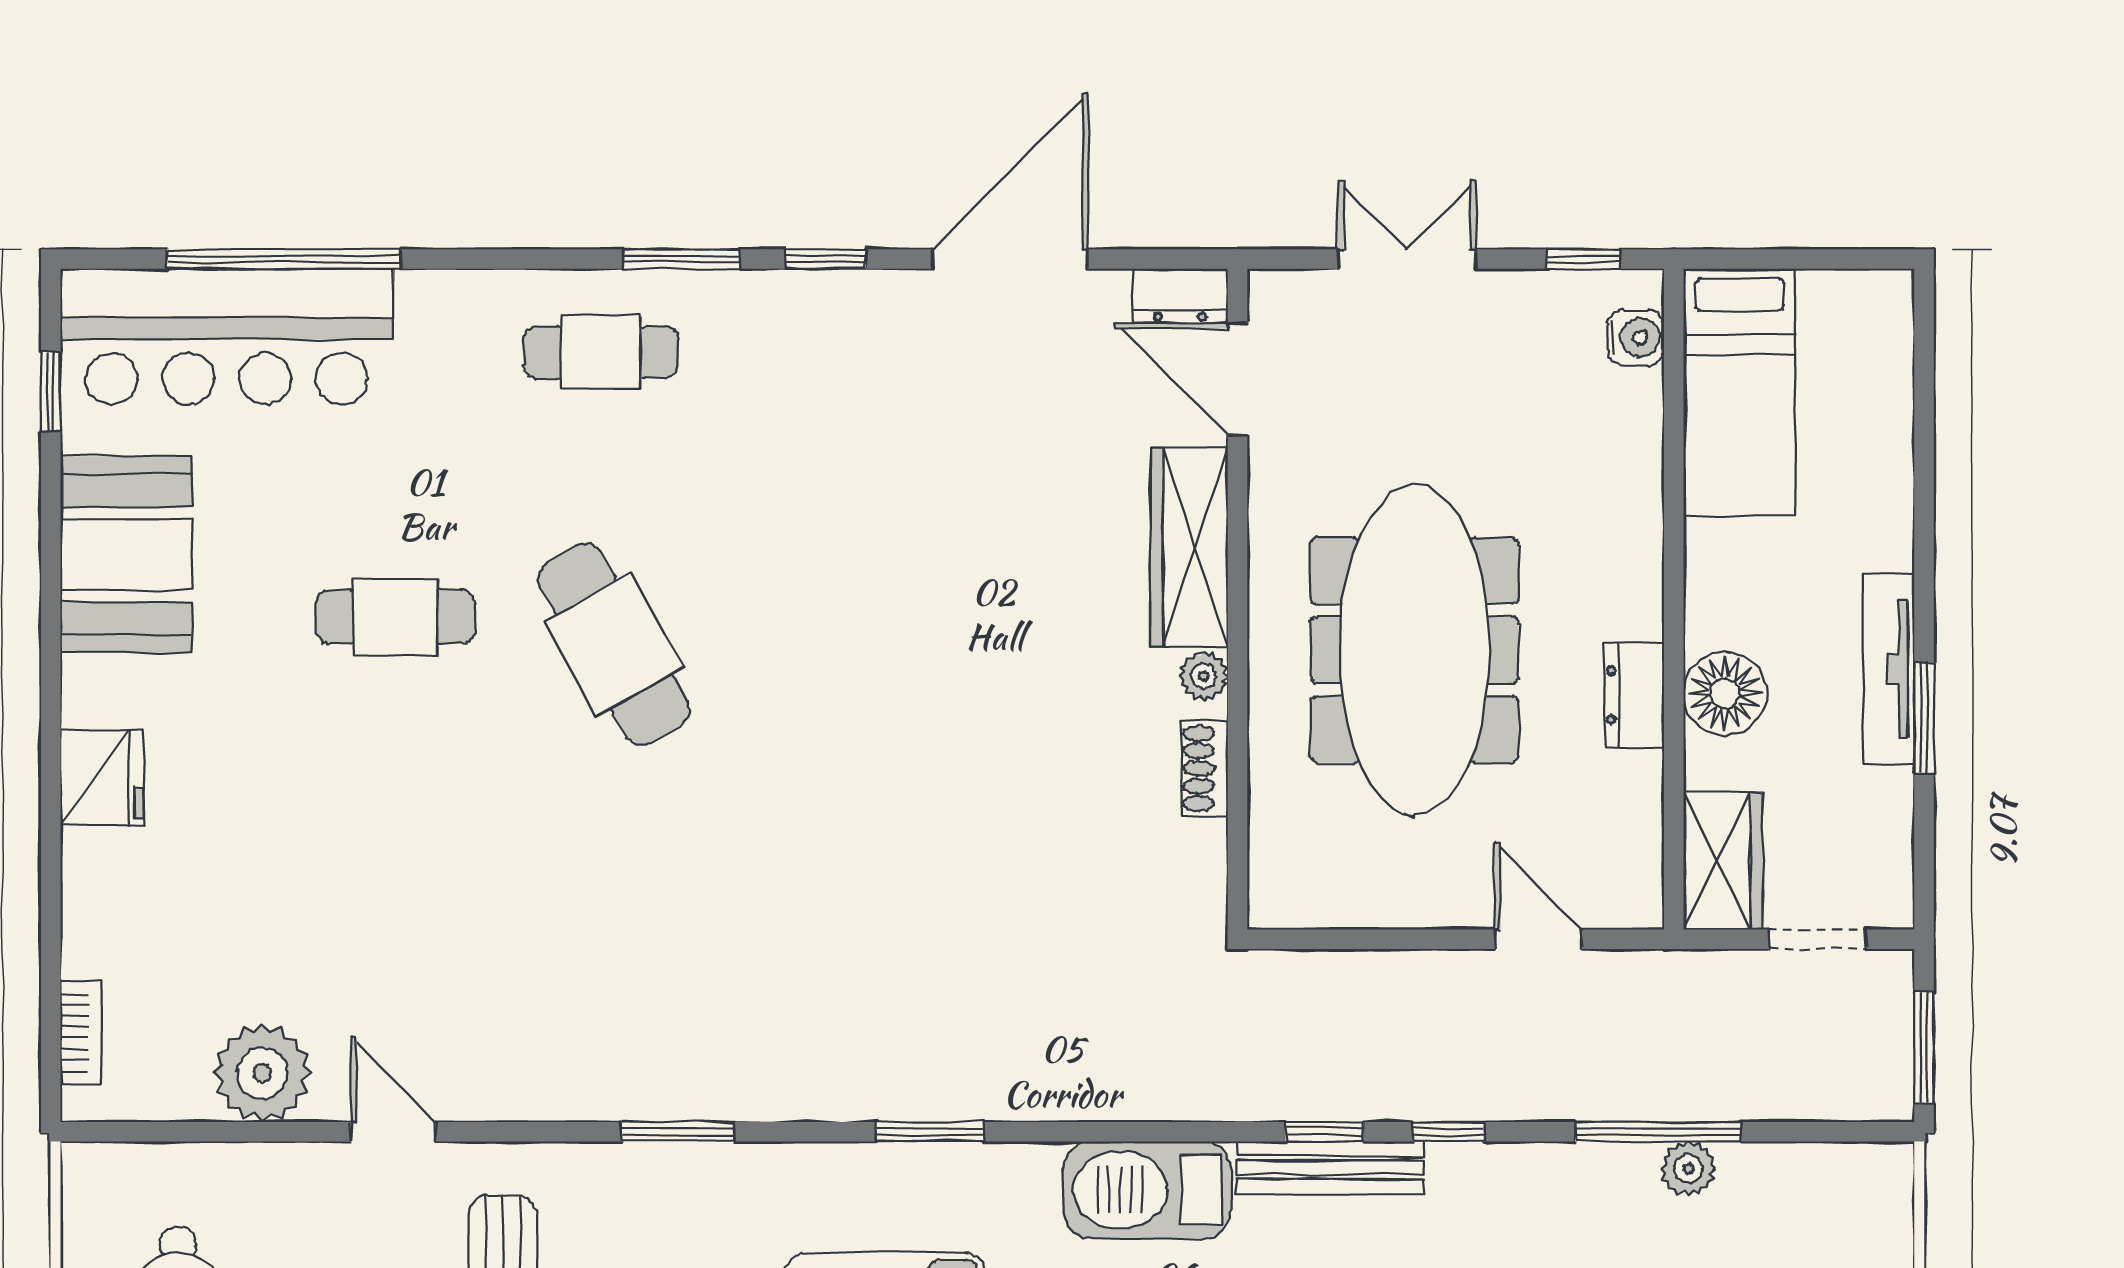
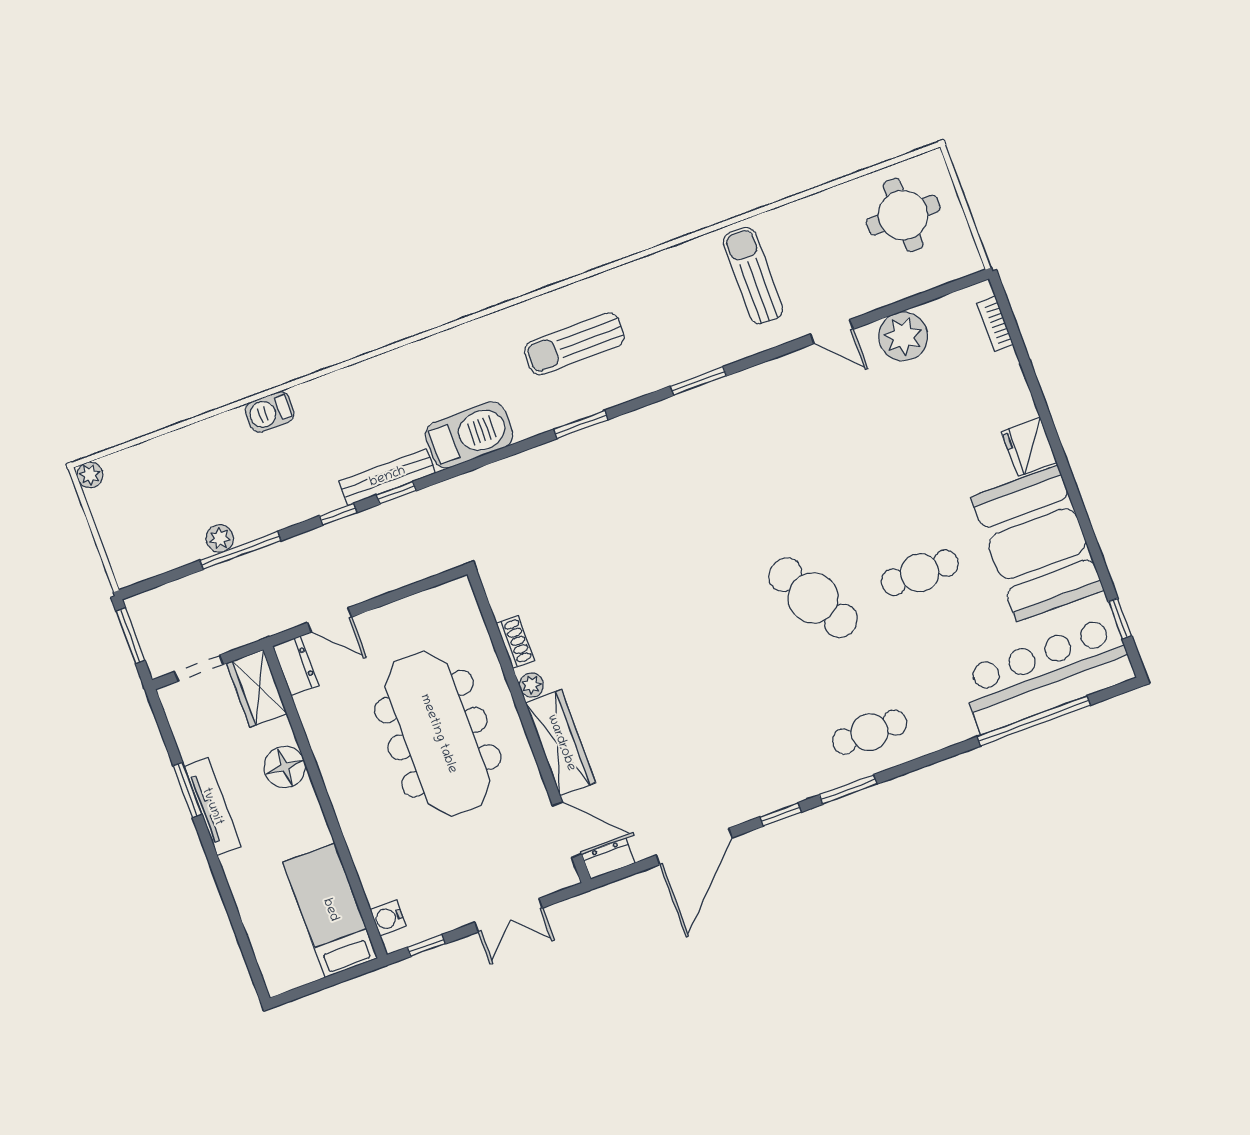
booth: (126, 555) -> (1037, 544), width x1.36, depth x1.42
dresser: (1634, 695) -> (295, 666), moved

